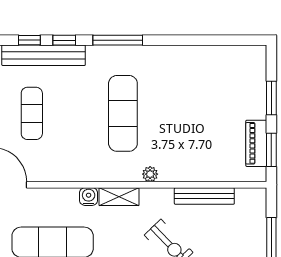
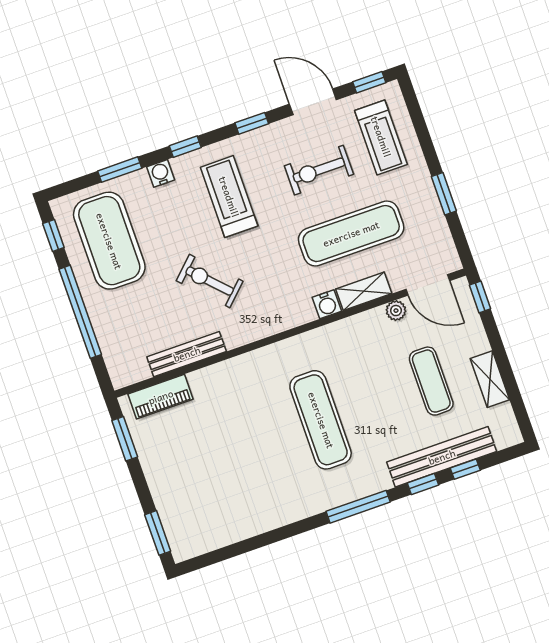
window: (271, 98) -> (158, 533), moved
piano: (256, 143) -> (161, 397), moved, turned 90
plant: (150, 174) -> (396, 311), moved
shelving: (119, 197) -> (364, 291), moved

